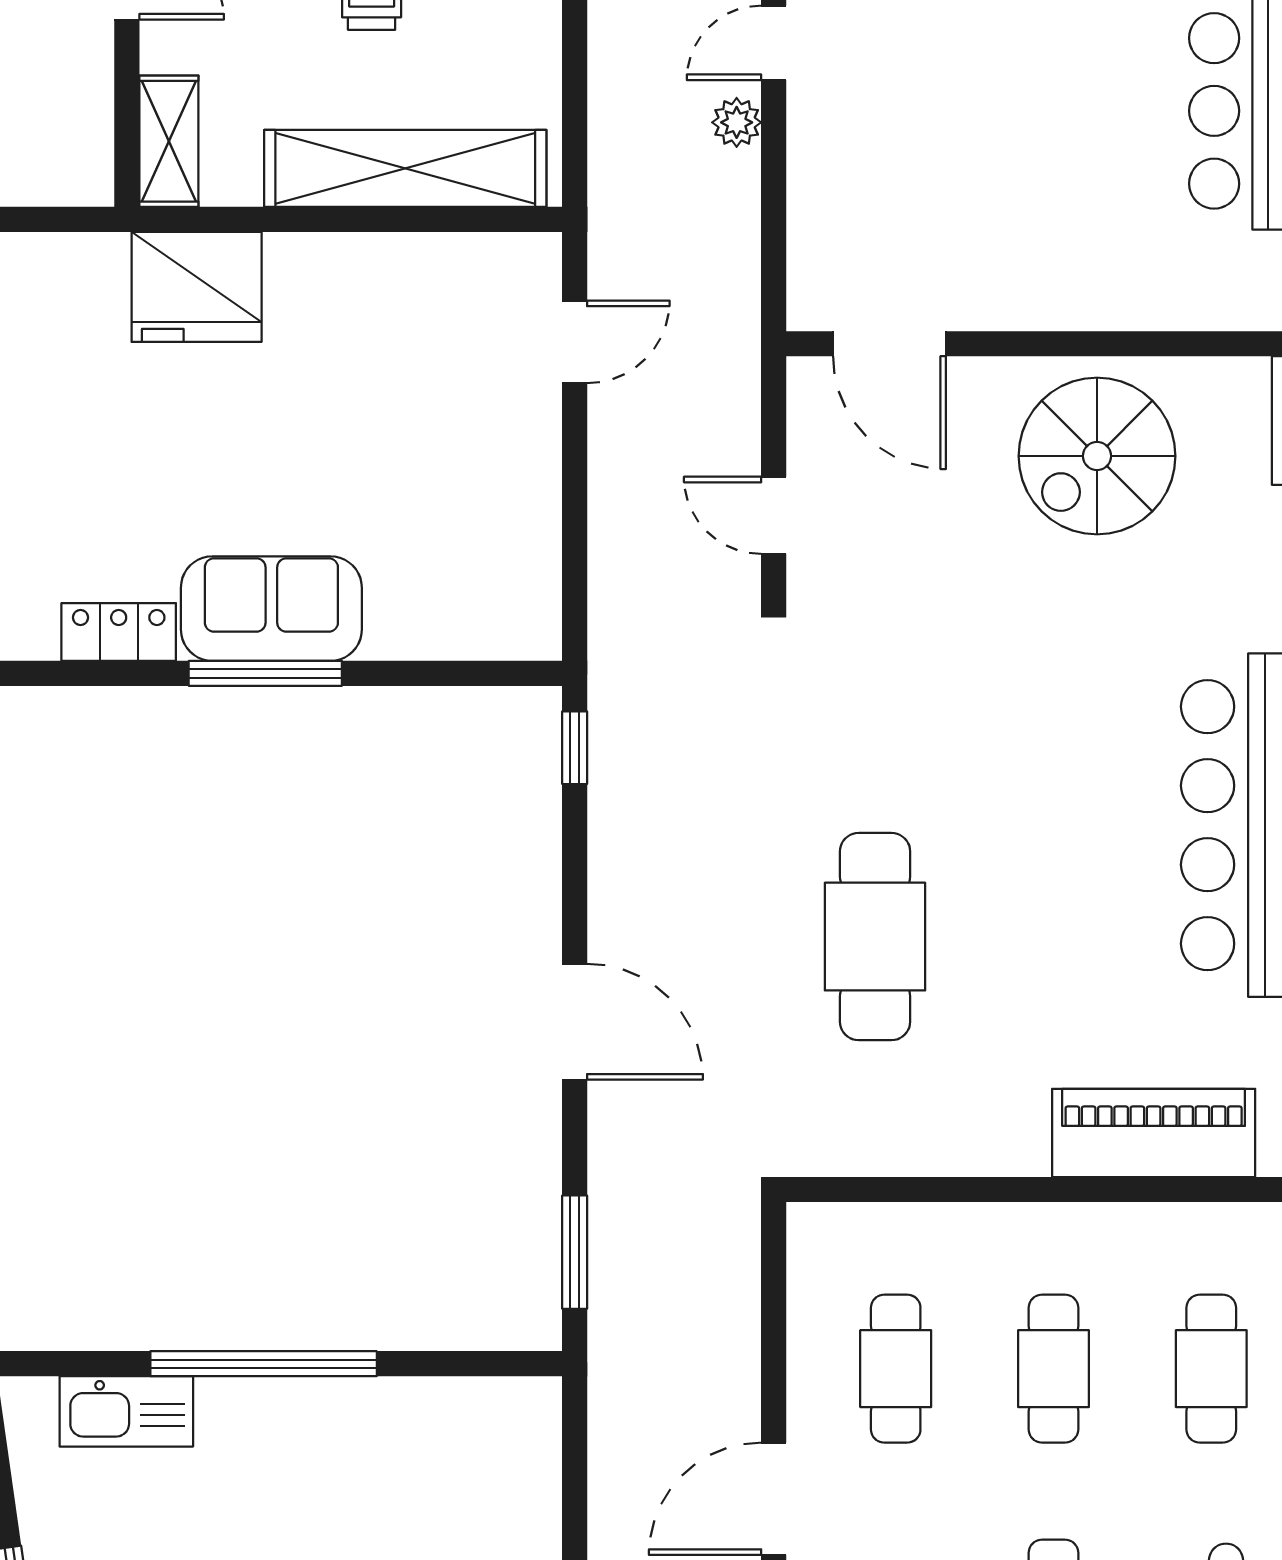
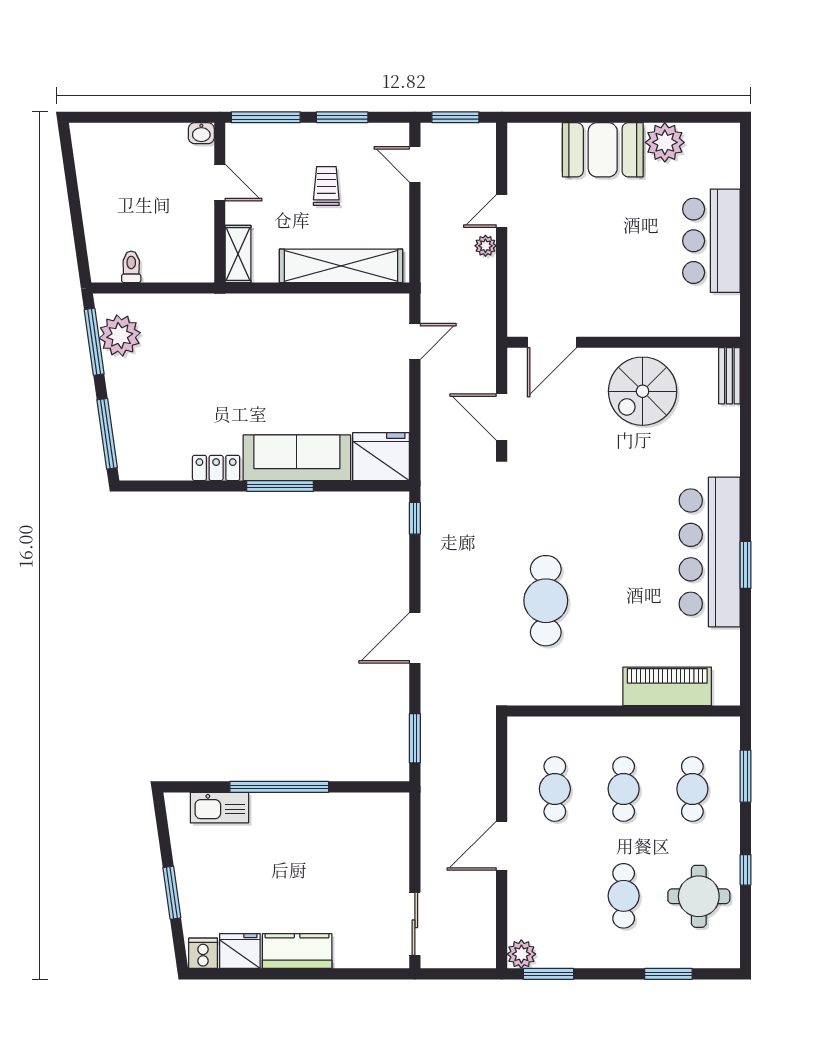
fridge: (197, 287) -> (381, 457), moved, turned 180
door: (890, 344) -> (552, 342), hinge flipped
door: (774, 515) -> (502, 417), width x1.38
sofa: (271, 609) -> (297, 458), width x1.36
door: (575, 1022) -> (415, 638), swing flipped

